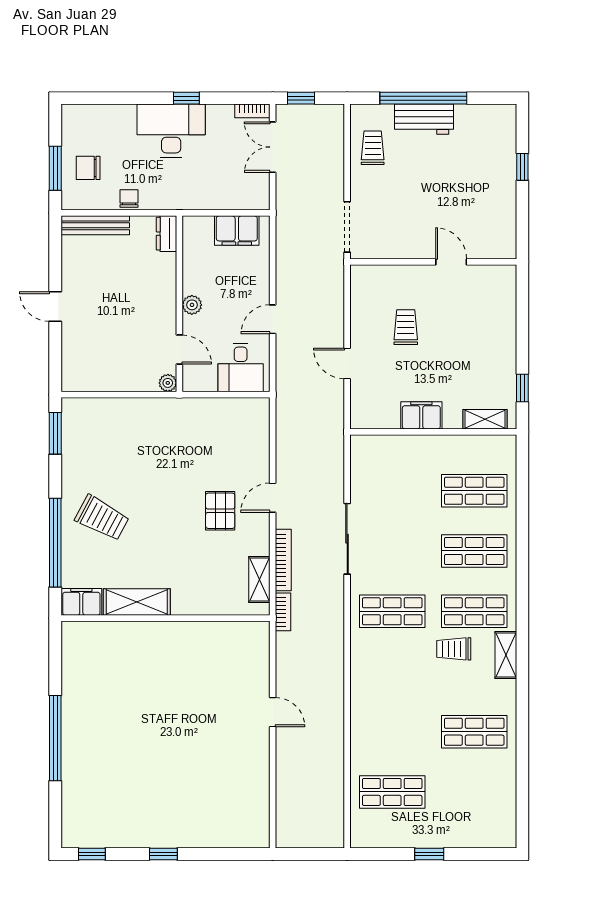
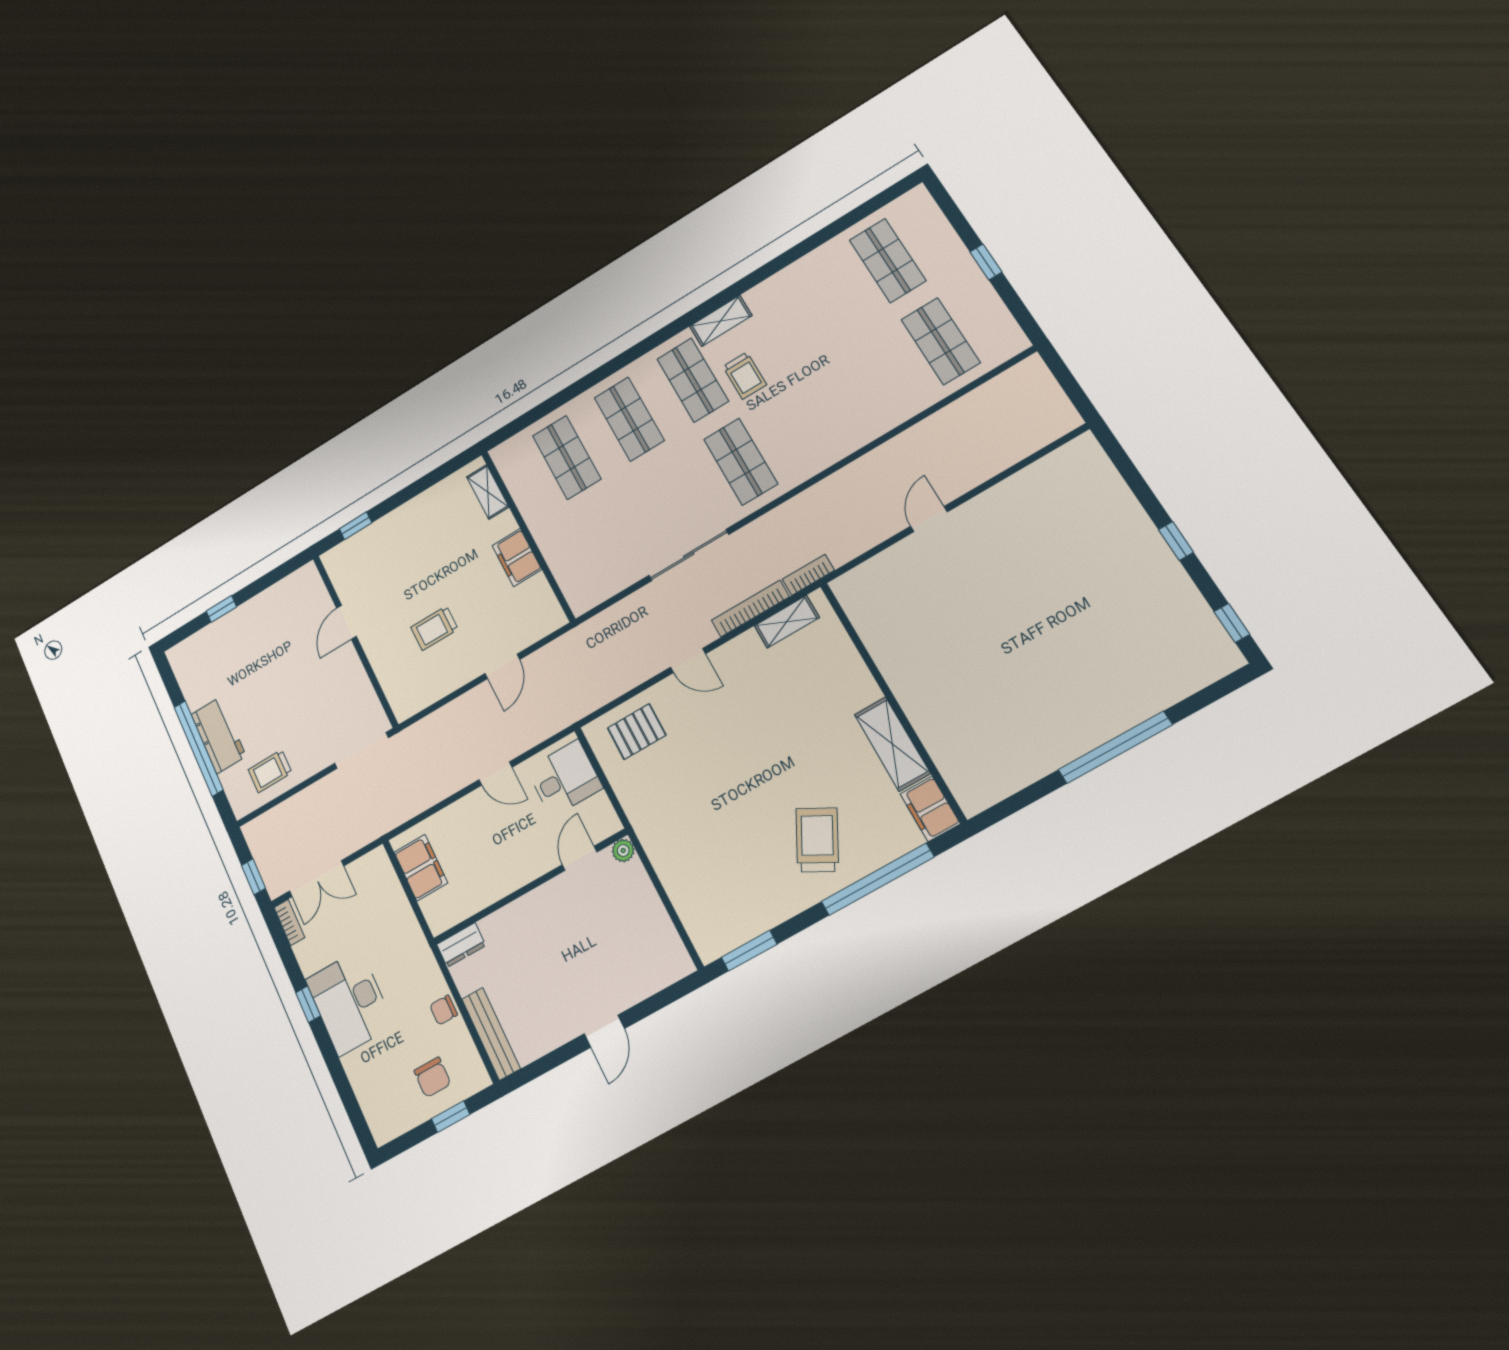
window: (55, 168) -> (451, 1117), width x0.67
plant: (192, 305) -> (524, 872), removed
window: (522, 388) -> (356, 526), moved
pallet: (220, 511) -> (637, 732), moved
shop shelf: (474, 732) -> (888, 260), moved

